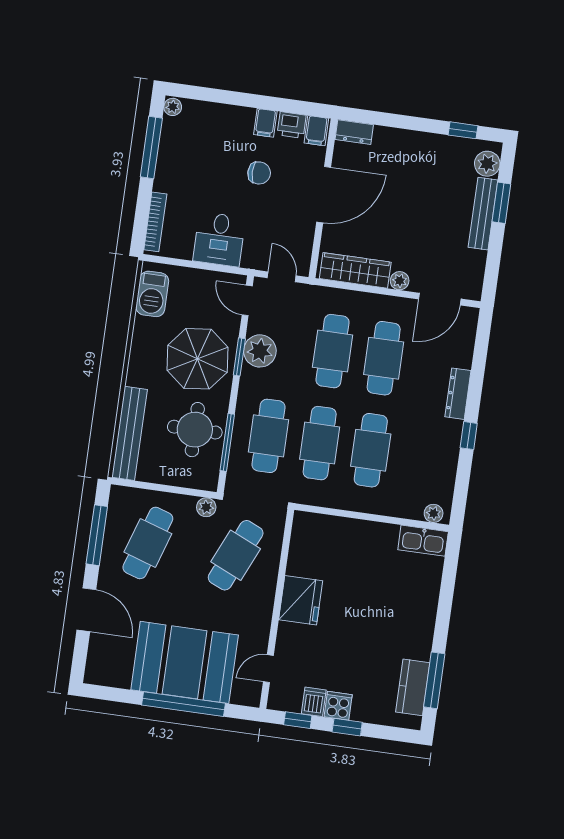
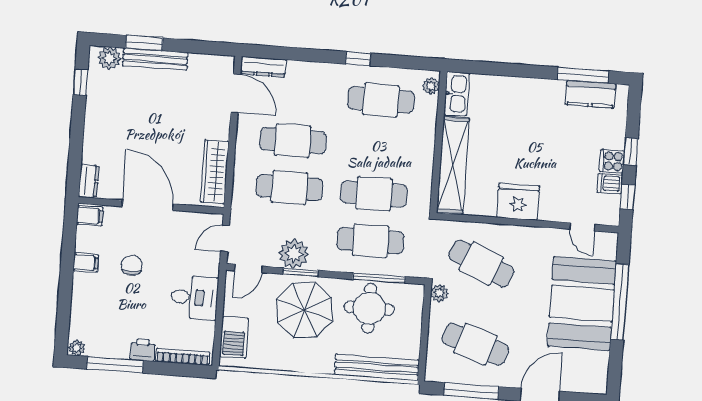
printer: (292, 125) -> (143, 350), moved, turned -90
plant: (400, 281) -> (221, 131), removed
barbecue: (152, 294) -> (234, 337), moved, turned 90
dresser: (458, 394) -> (263, 67), moved
cafe table: (371, 450) -> (381, 100), moved
shelving: (345, 532) -> (453, 165), added

